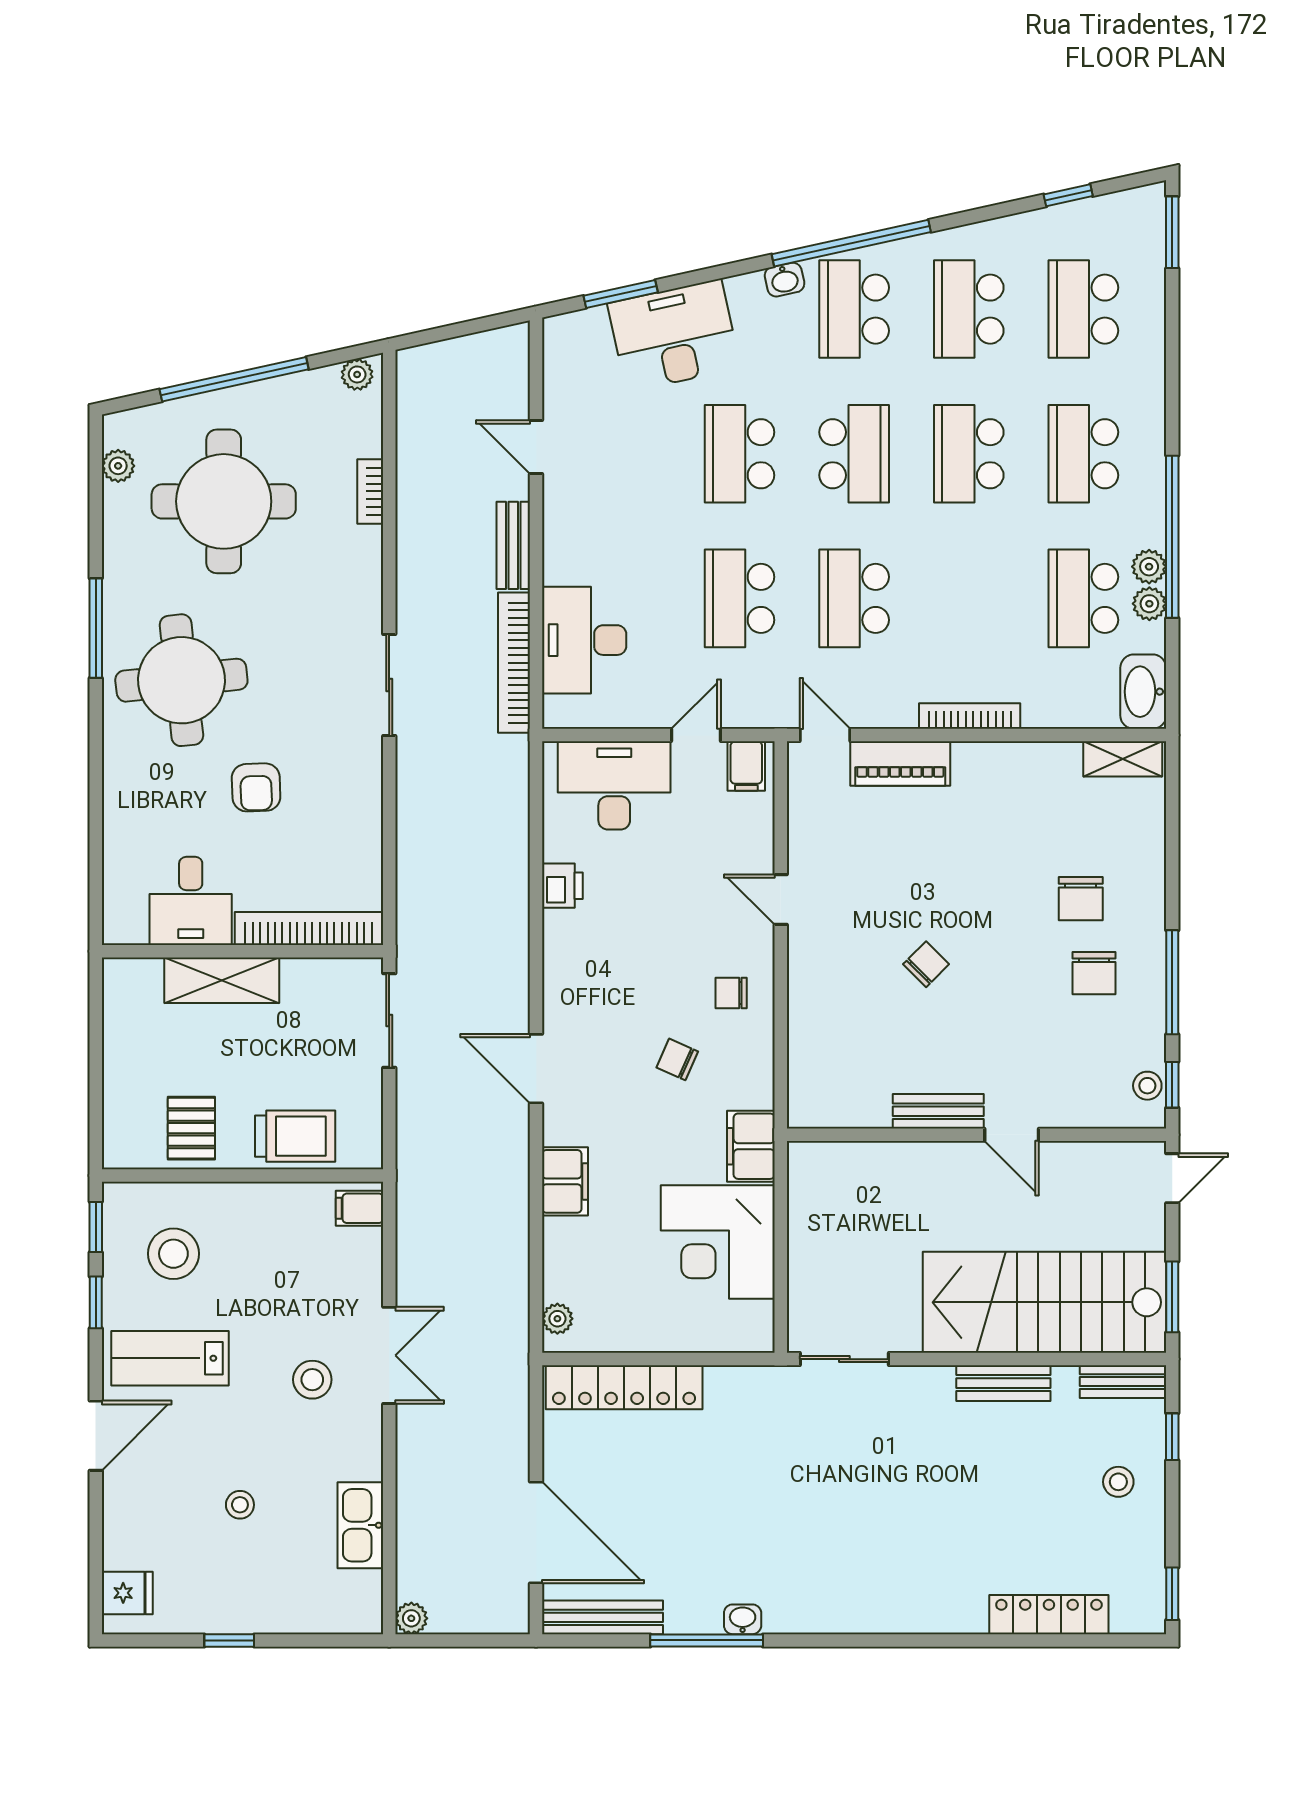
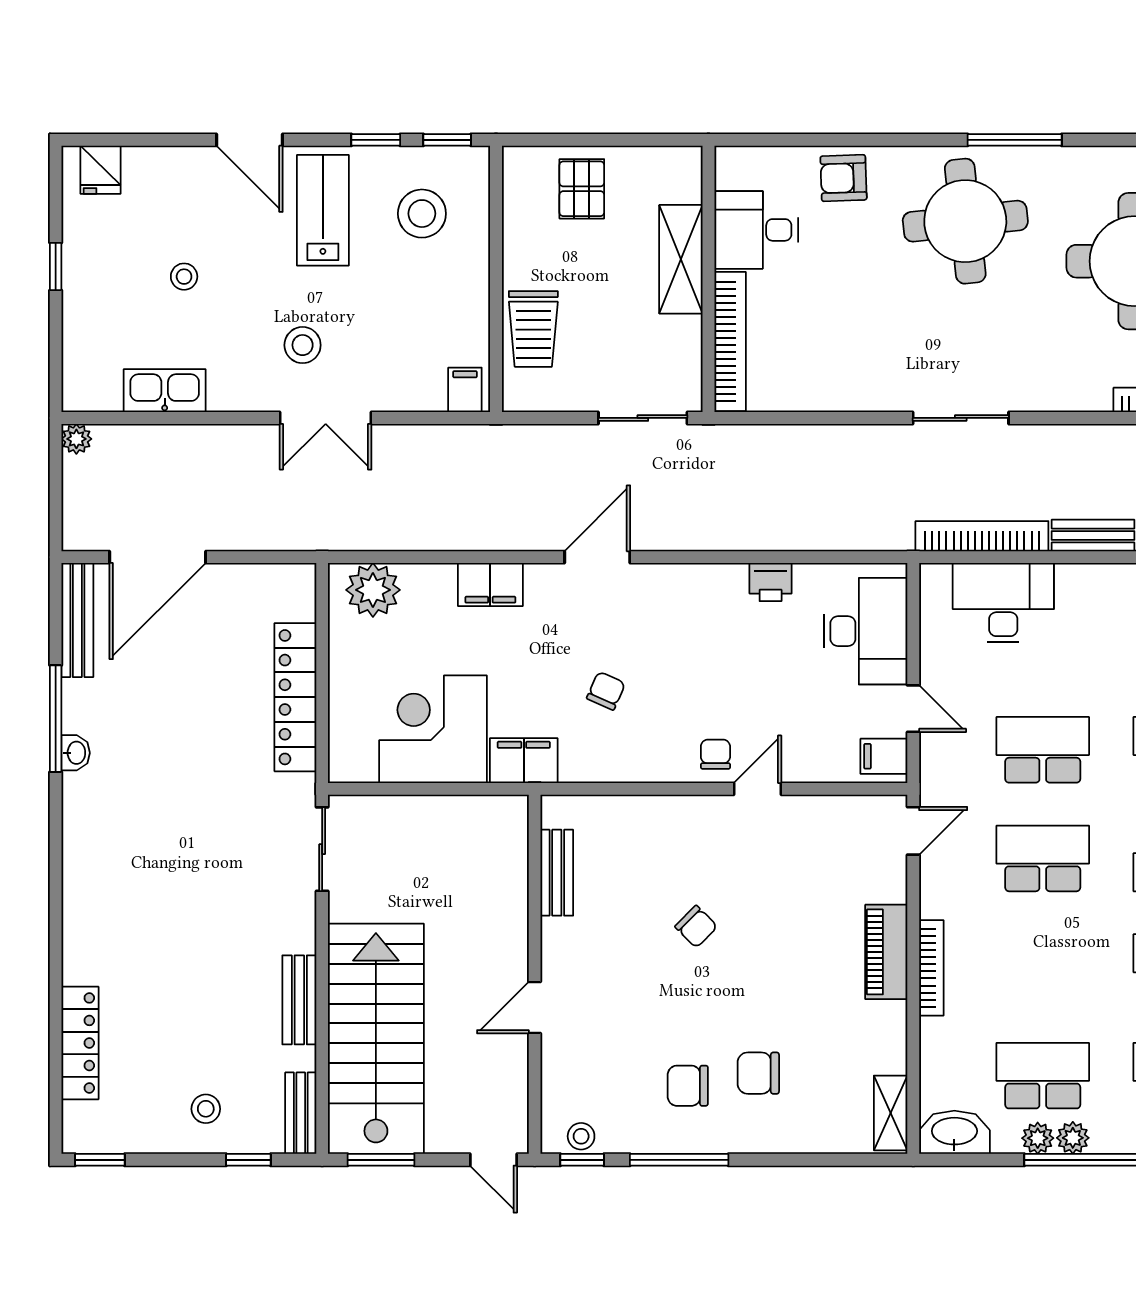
piano: (900, 764) -> (886, 952), moved
armchair: (256, 787) -> (844, 178), moved
chair: (731, 993) -> (715, 754), moved
bench: (938, 1111) -> (557, 873), moved
pallet: (191, 1128) -> (582, 189), moved, turned 90
plant: (557, 1319) -> (373, 590), width x1.88, depth x1.88
locker: (624, 1387) -> (295, 697), moved

